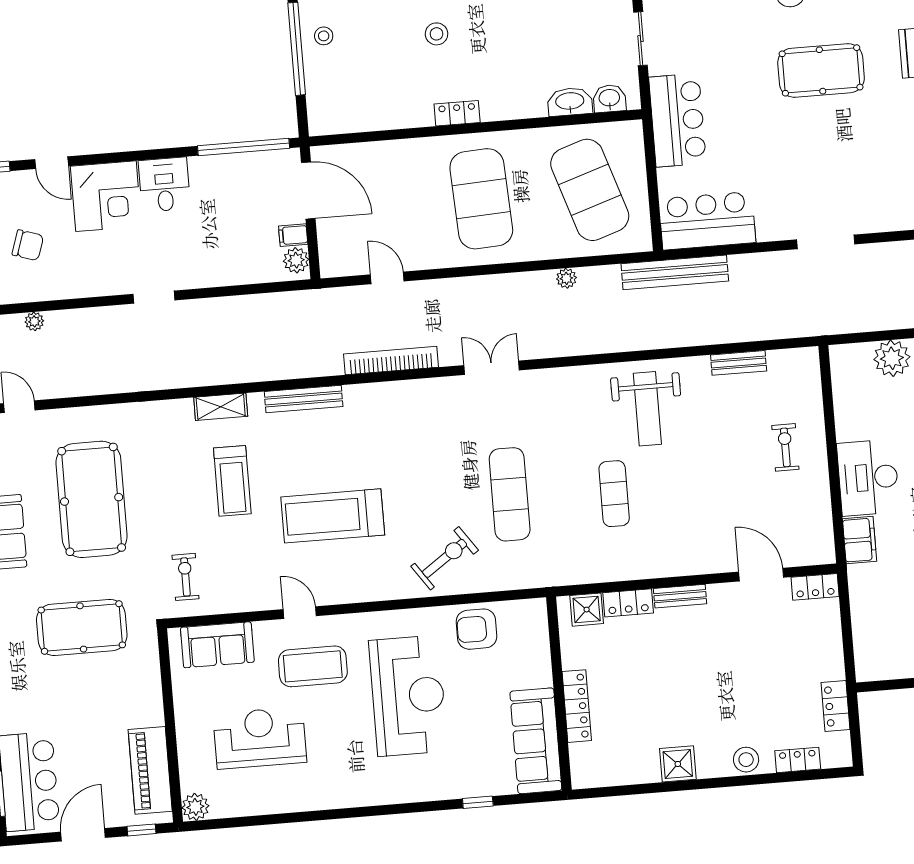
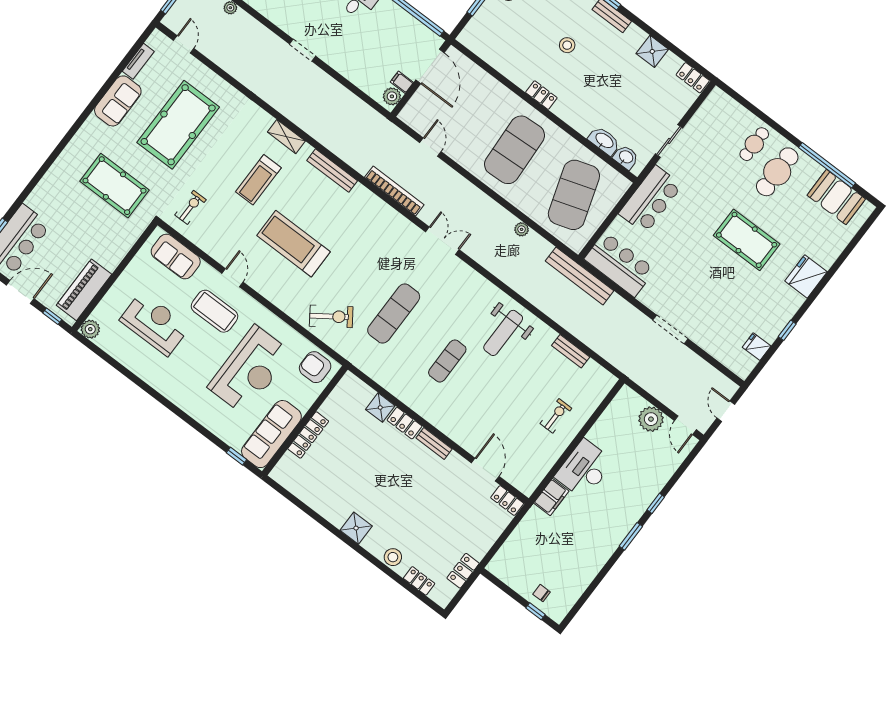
wall: (559, 693) -> (305, 420), moved
locker: (577, 706) -> (308, 435), moved
sofa: (536, 741) -> (271, 434), moved

